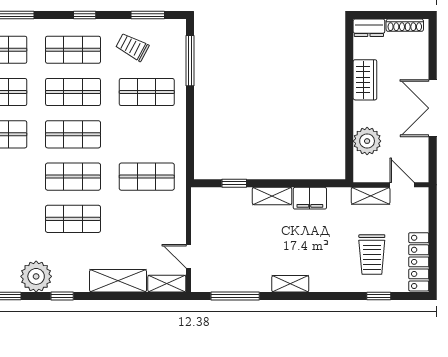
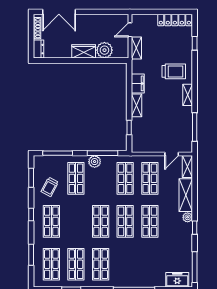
wardrobe: (365, 80) -> (84, 51), moved
shop shelf: (73, 92) -> (150, 178), moved
double door: (433, 108) -> (59, 12), moved
plant: (176, 124) -> (95, 162), added
window: (190, 138) -> (102, 153), added
trolley: (372, 254) -> (174, 71), moved
plant: (36, 276) -> (188, 217), moved, width x0.53, depth x0.53

